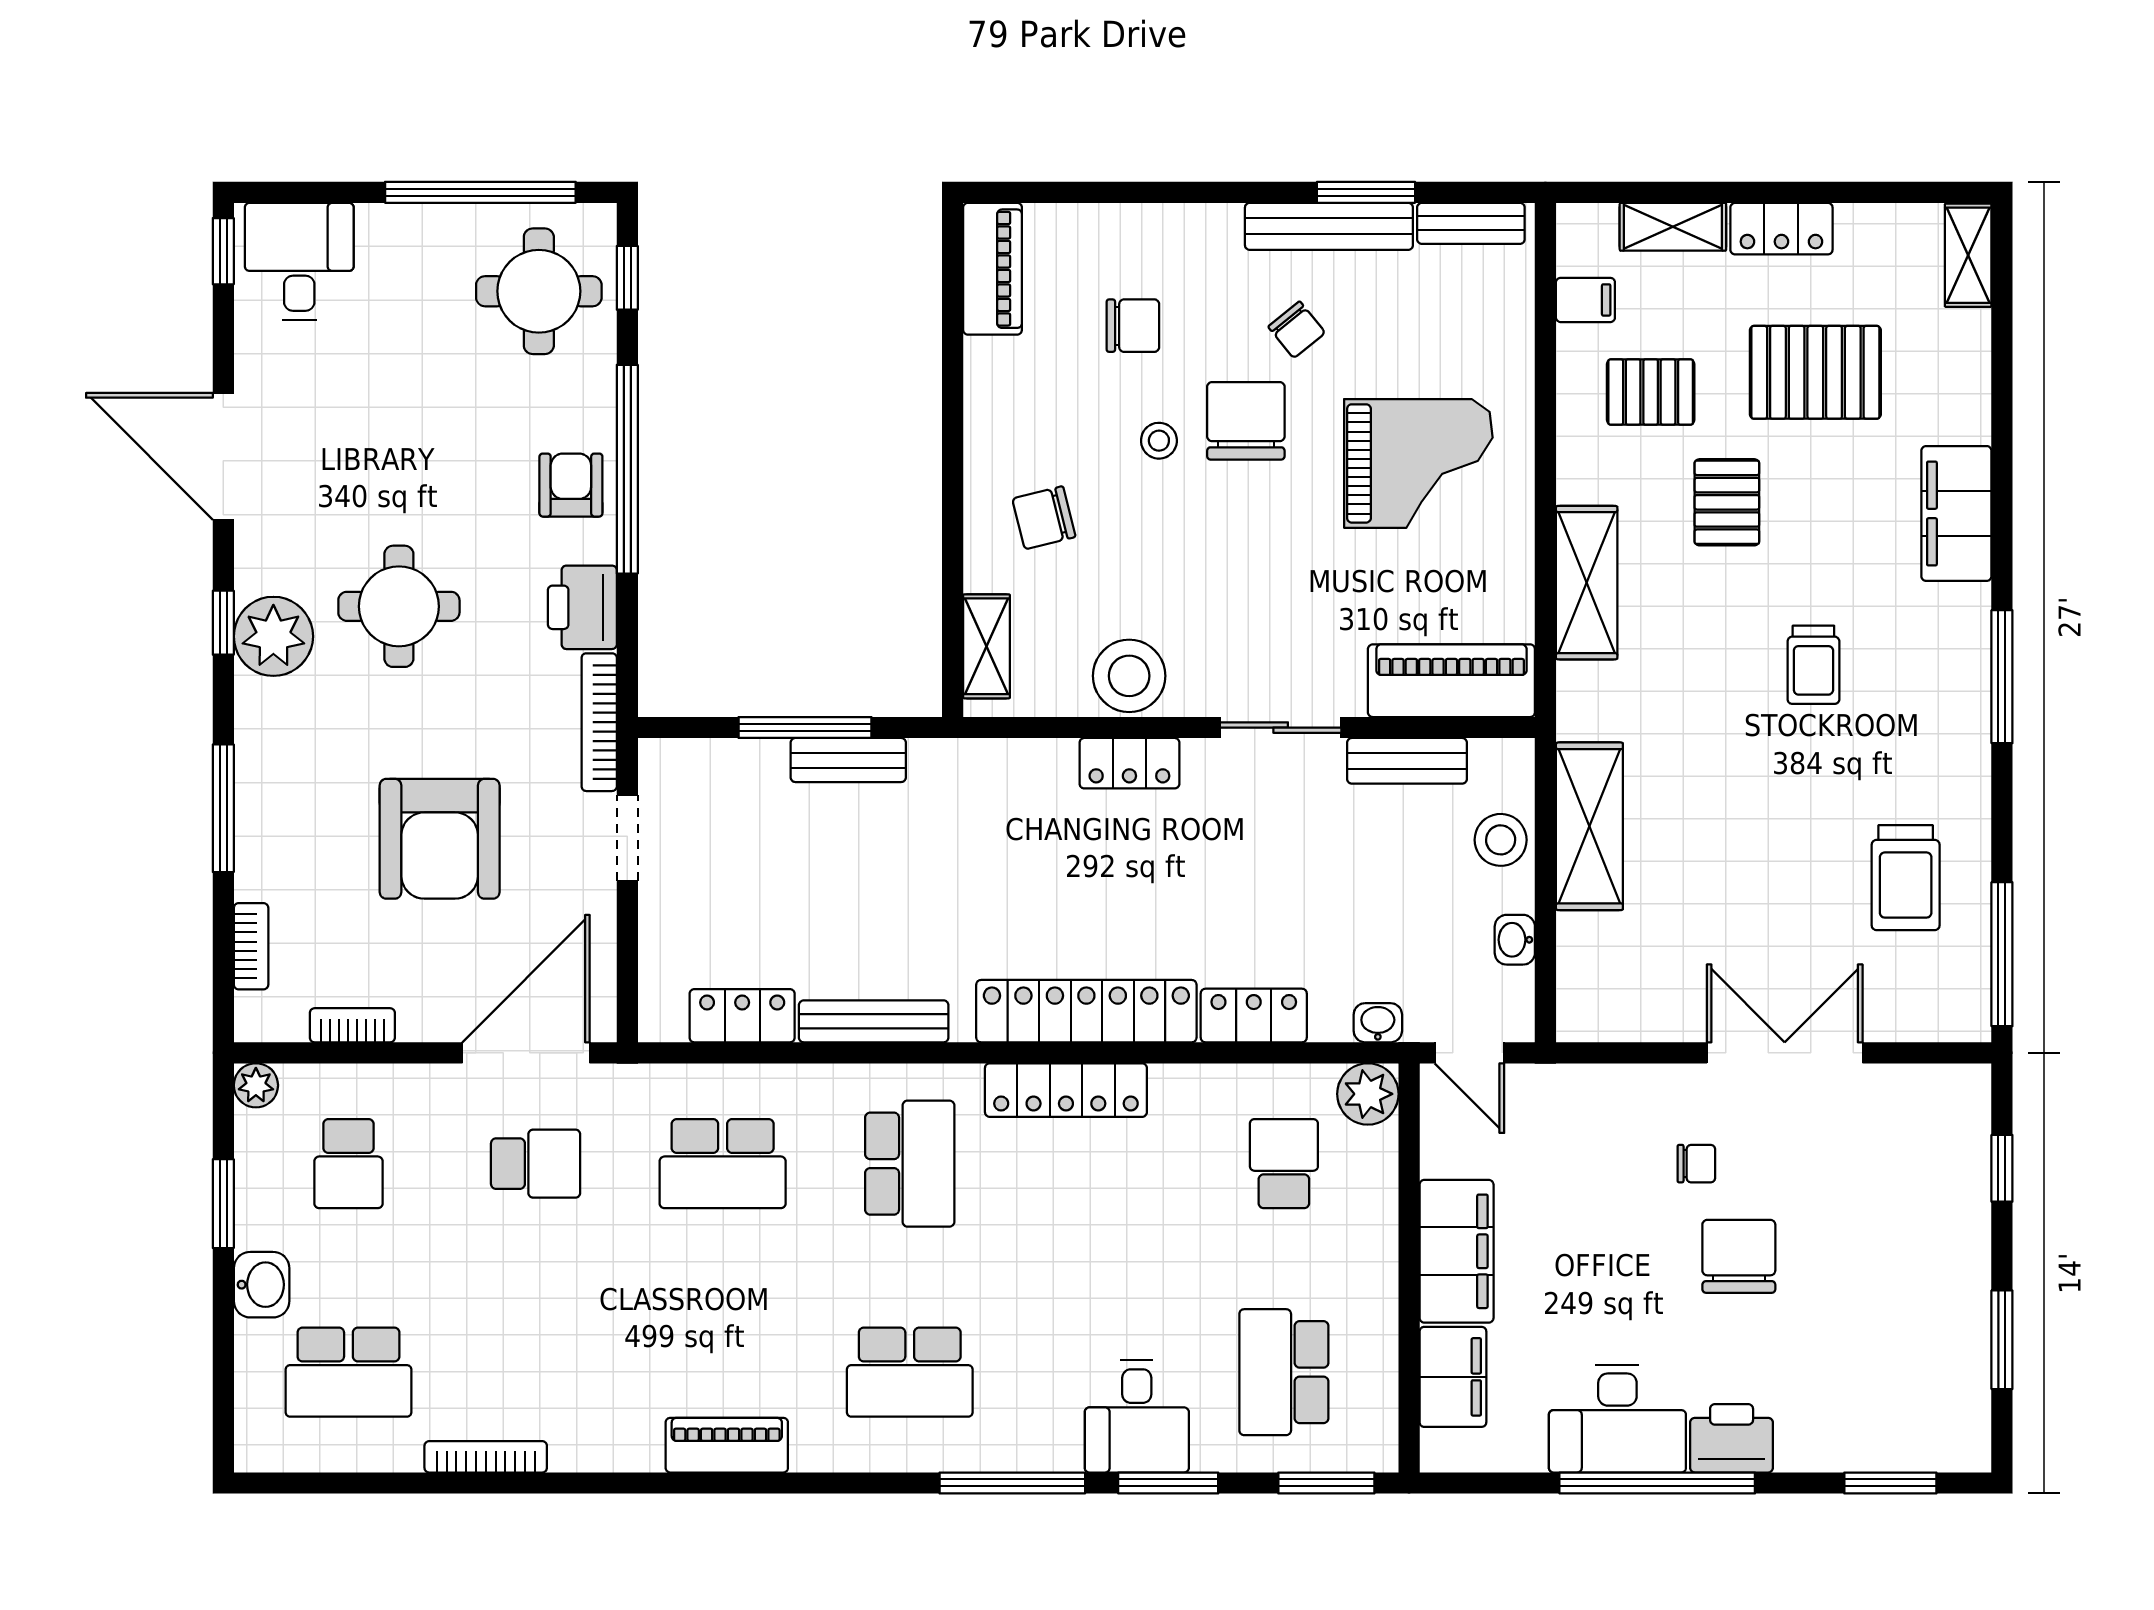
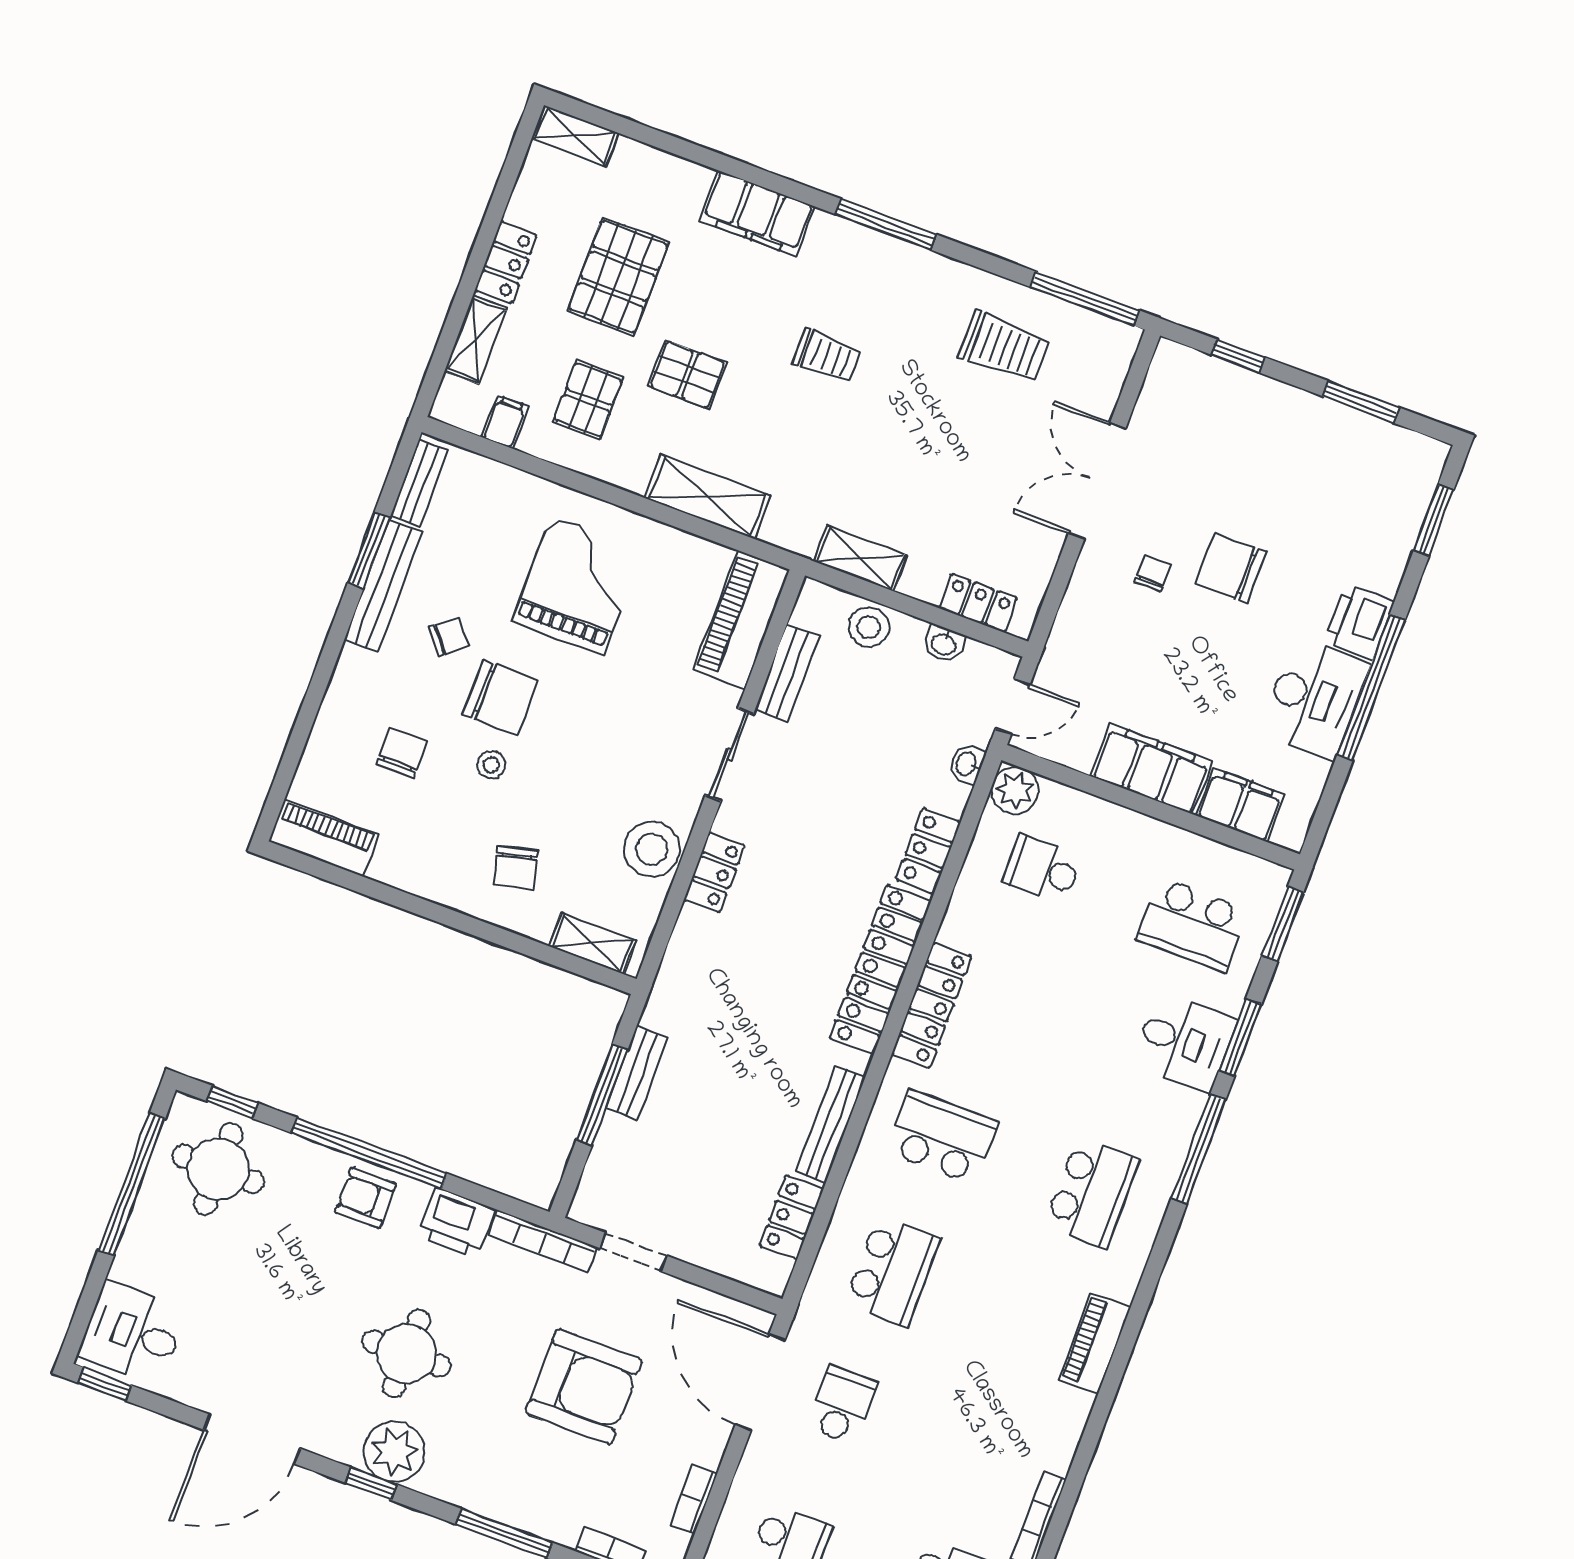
chair: (1246, 421) -> (500, 697), turned 180
shelving: (1589, 826) -> (860, 558), width x0.67, depth x0.75
locker: (1580, 963) -> (978, 603), added

